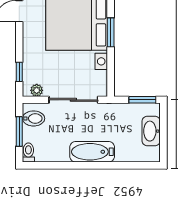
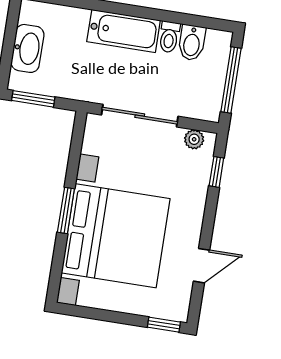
bidet: (34, 118) -> (192, 43), moved, turned -90
window: (19, 131) -> (231, 80), width x1.44
toilet: (28, 153) -> (169, 37), moved

